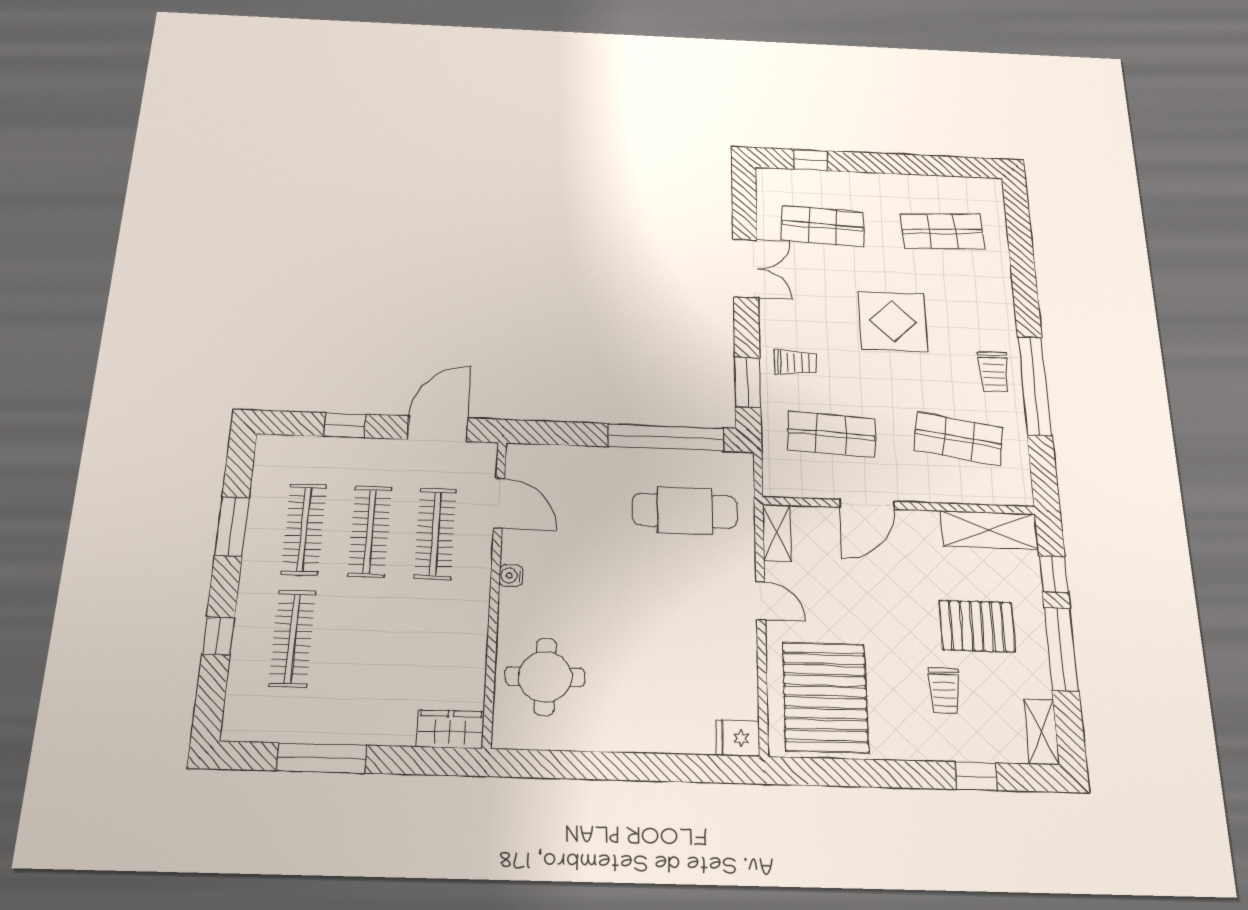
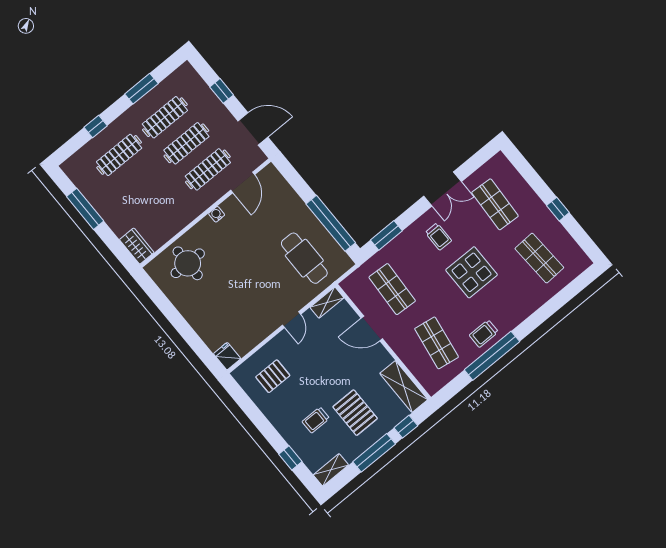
window: (810, 160) -> (558, 209), moved
trolley: (796, 362) -> (438, 237), moved
pallet: (825, 697) -> (273, 376), width x0.49, depth x0.50

